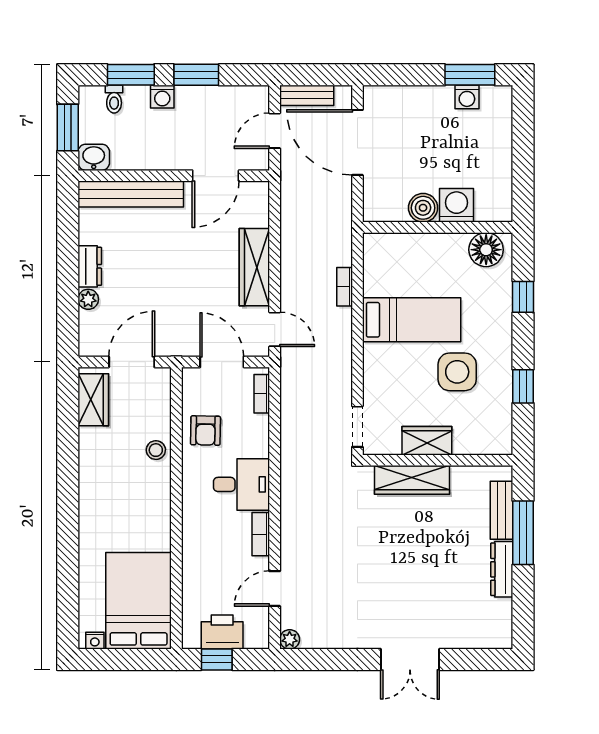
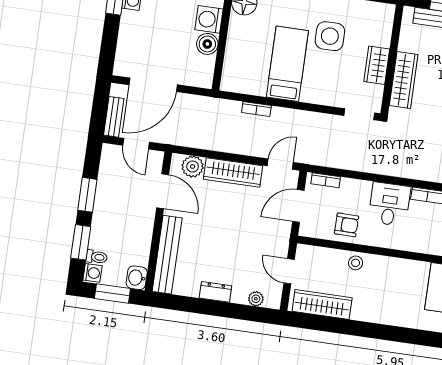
washing machine: (162, 97) -> (93, 273), moved
plant: (255, 211) -> (193, 167), added
plant: (88, 299) -> (256, 299), moved
door: (132, 362) -> (289, 271), width x0.73
wardrobe: (93, 400) -> (322, 304), width x1.50

